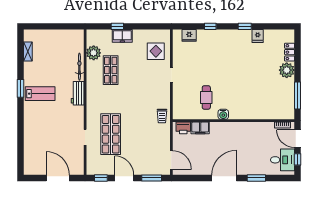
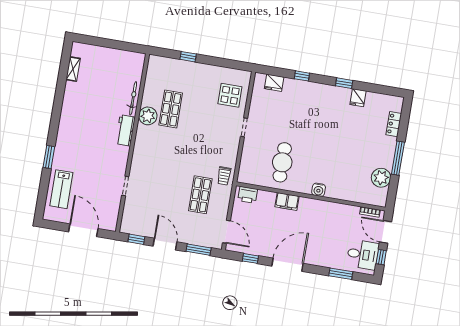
freezer: (122, 36) -> (192, 69), removed
plant: (94, 53) -> (148, 116), moved
plant: (287, 70) -> (381, 178), moved
window: (21, 88) -> (49, 157), moved
lab bench: (40, 94) -> (61, 189), moved, turned 90
window: (297, 95) -> (398, 158), moved
cafe table: (206, 97) -> (282, 162), width x1.37, depth x1.35
water cooler: (223, 114) -> (319, 190), moved
filing cabinet: (200, 128) -> (287, 201), moved
shop shelf: (111, 134) -> (200, 195), moved, width x0.70, depth x0.74
window: (194, 178) -> (250, 258), added
window: (256, 178) -> (341, 274), moved

